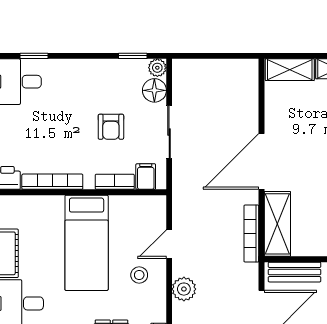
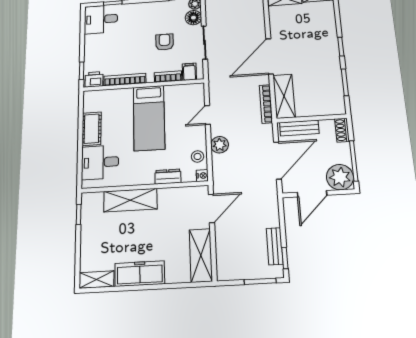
armchair: (111, 127) -> (165, 42), turned 180
stool: (139, 275) -> (197, 156), moved

